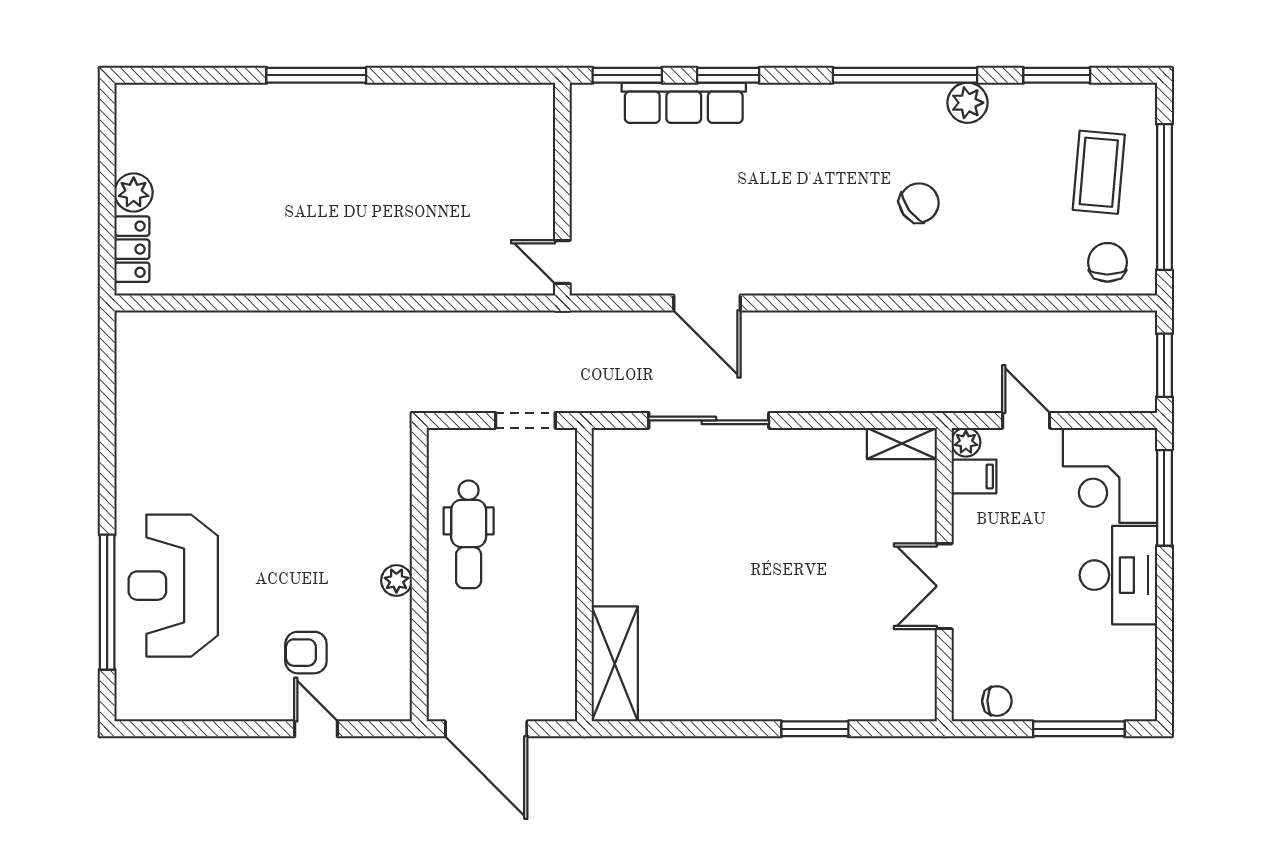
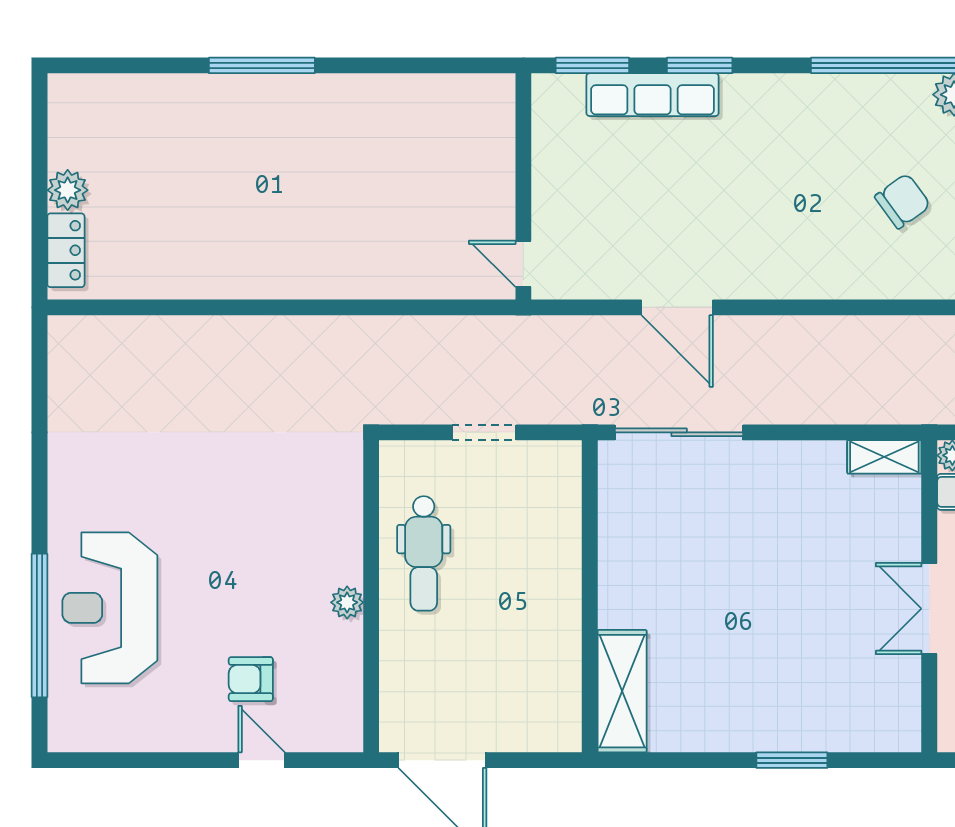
wall: (584, 575) -> (590, 596), moved
shelving: (615, 664) -> (622, 691), moved

